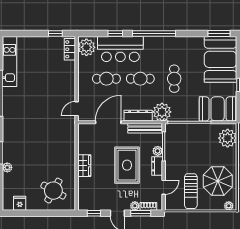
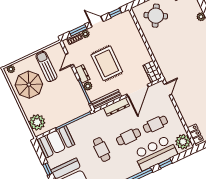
plant: (162, 112) -> (99, 119), removed
wardrobe: (84, 166) -> (152, 72), moved

